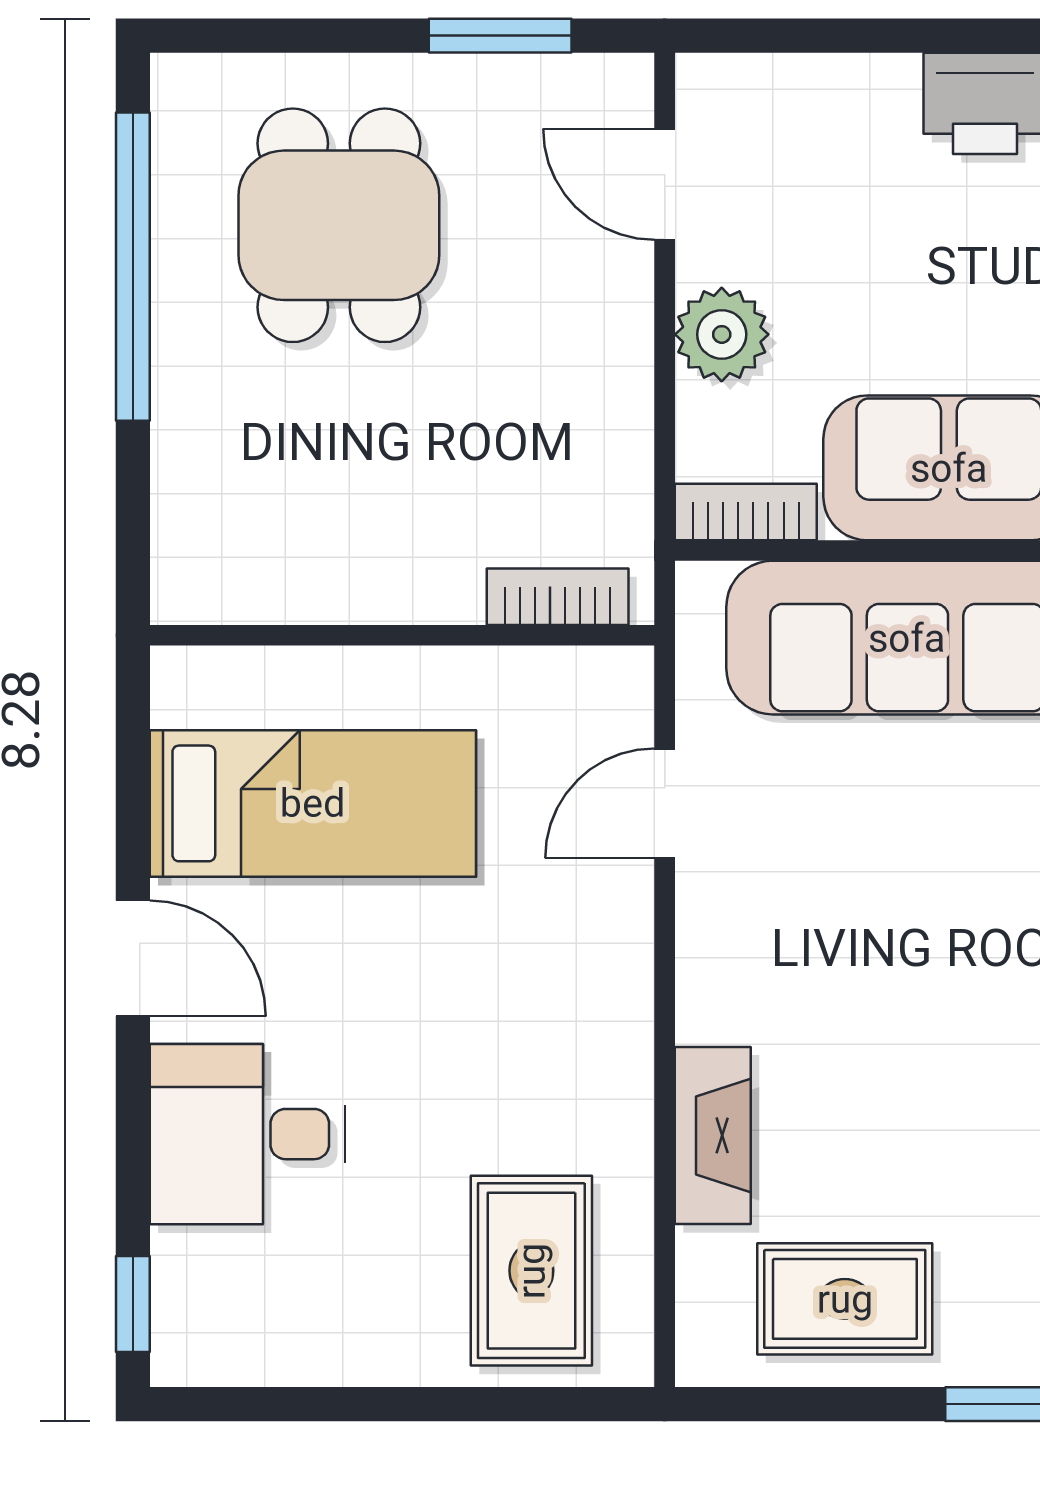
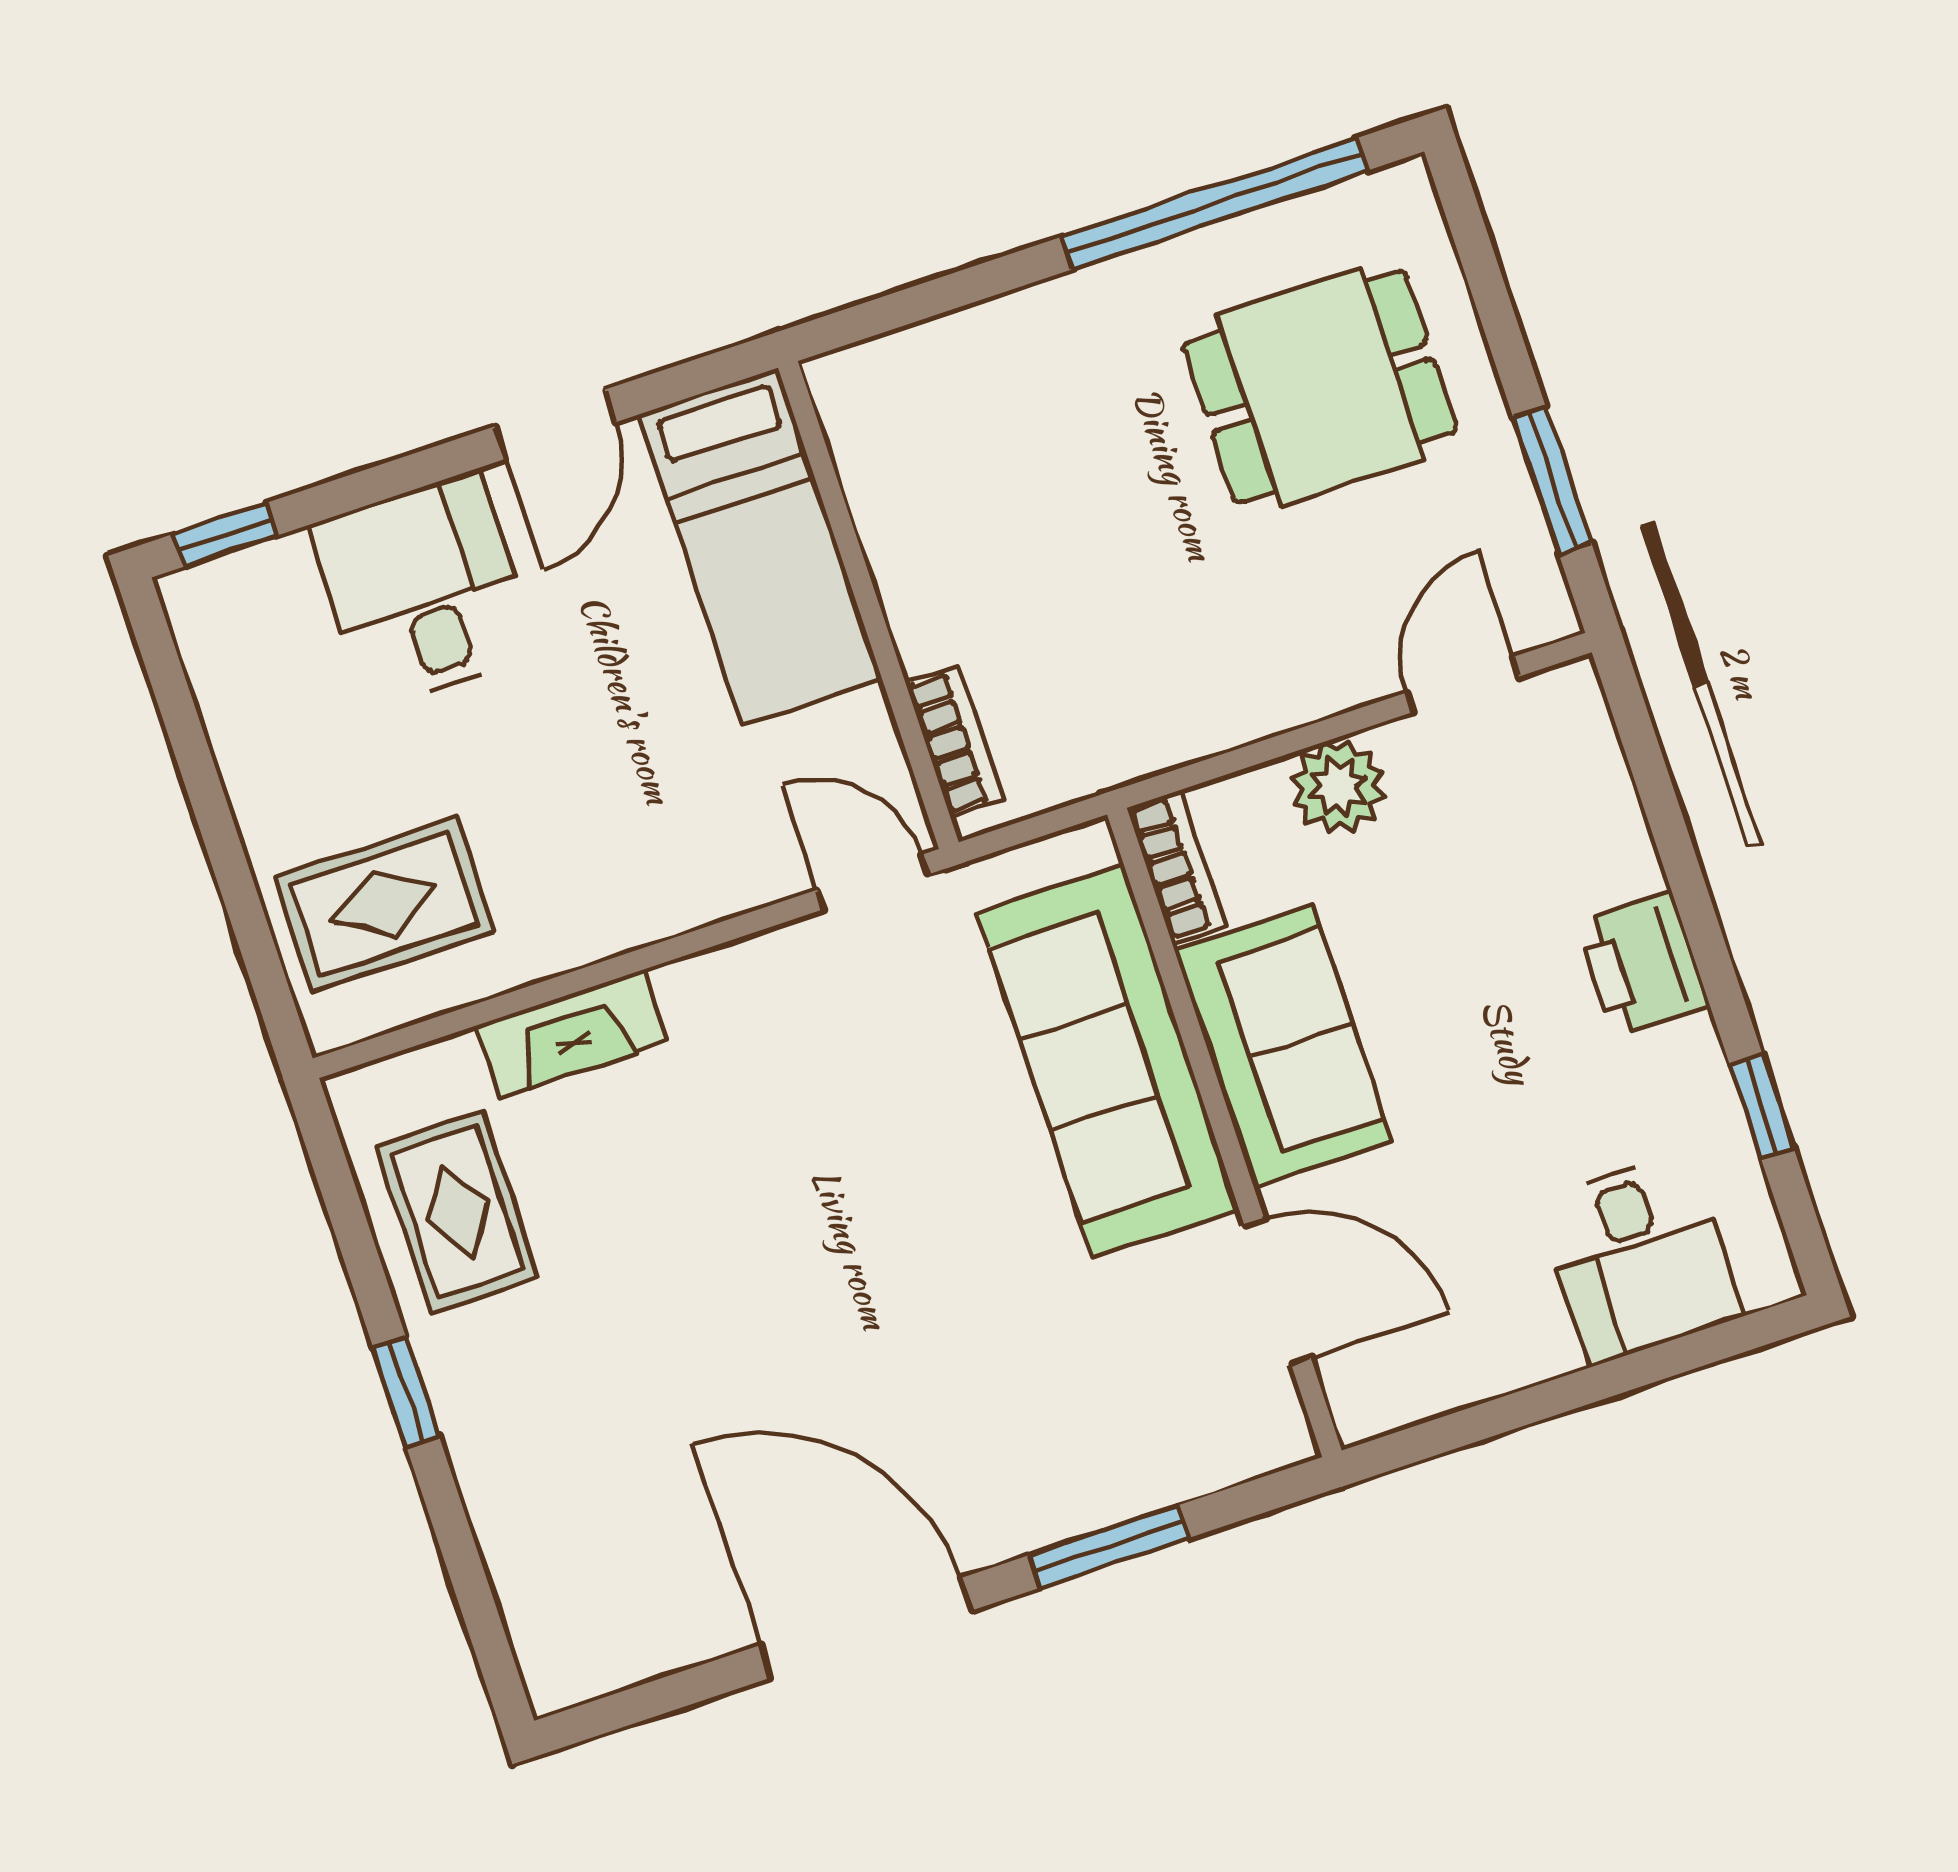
bookcase: (558, 597) -> (955, 741), moved
wall: (402, 635) -> (868, 605), moved

